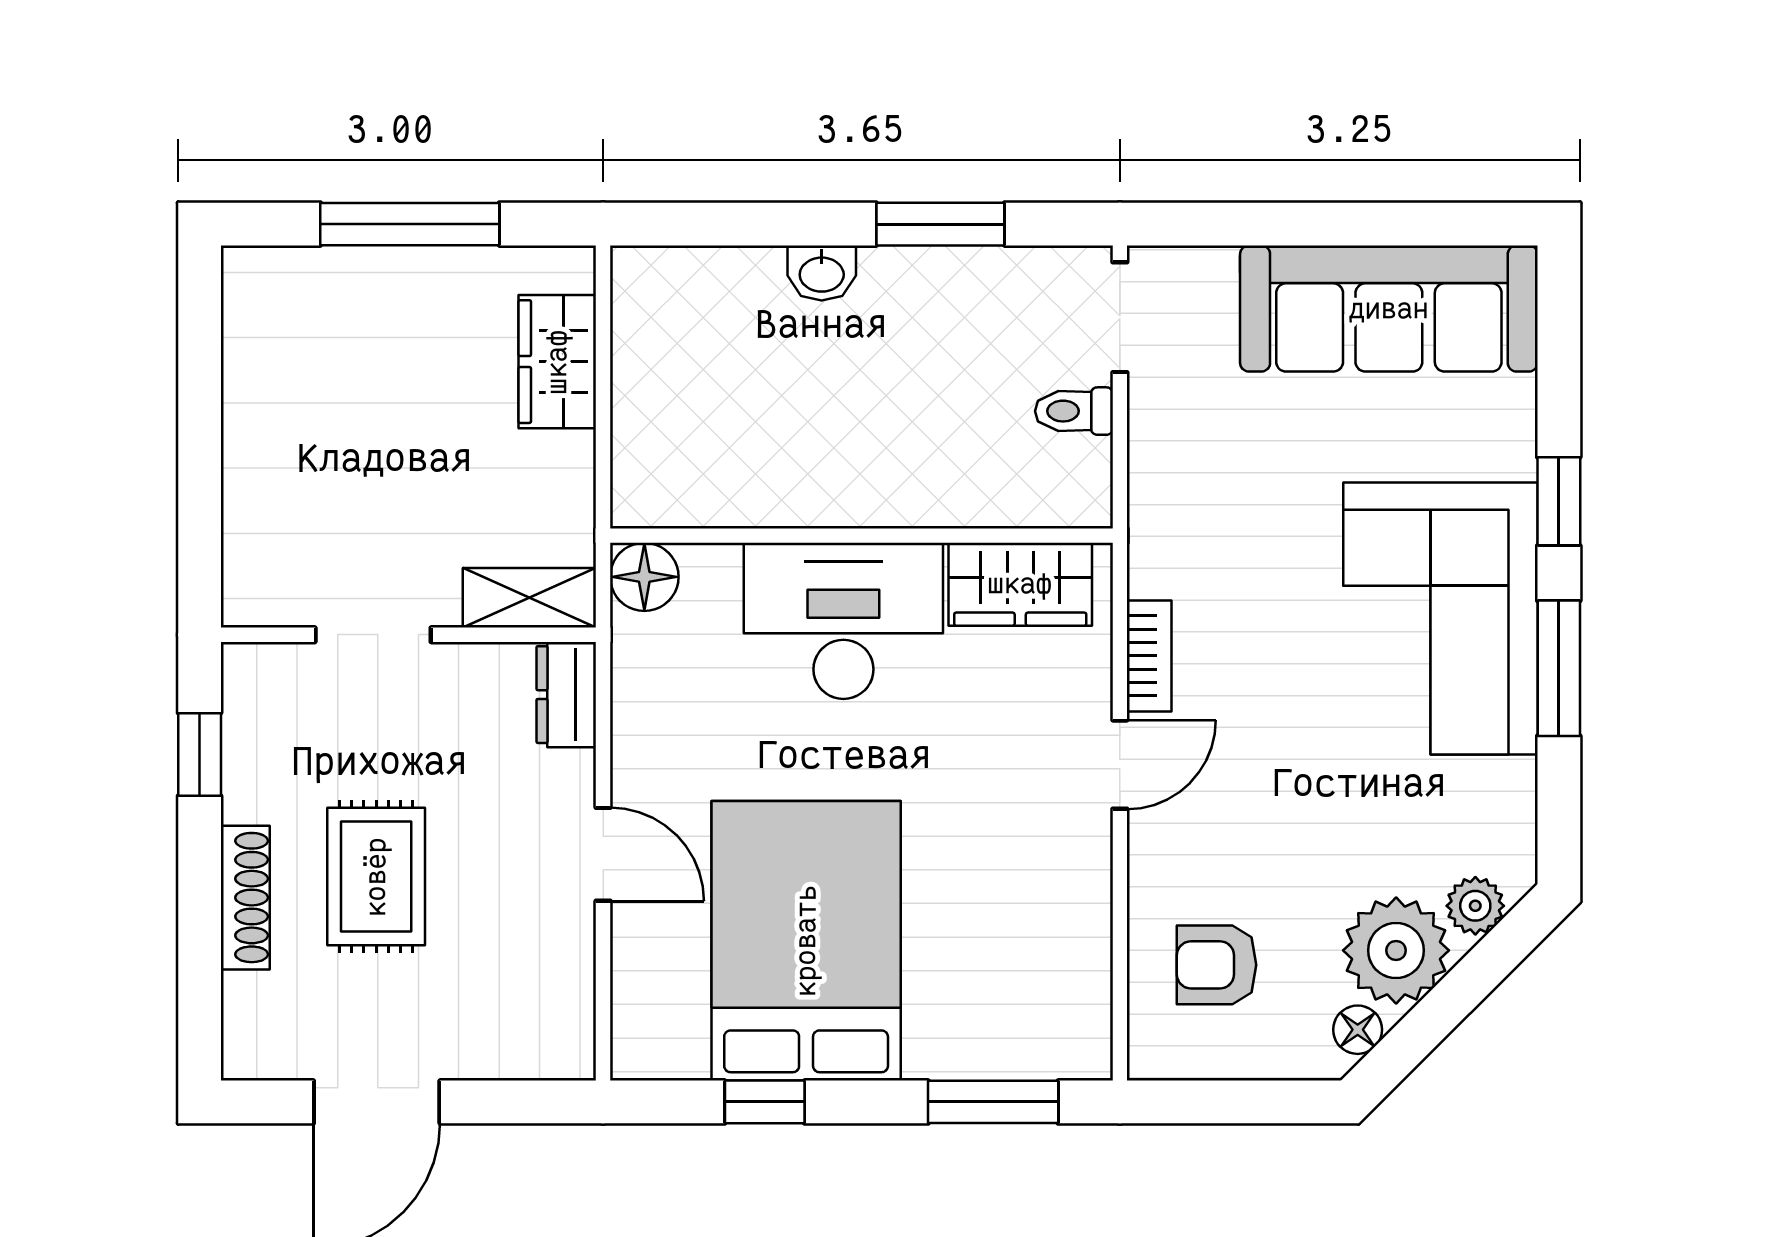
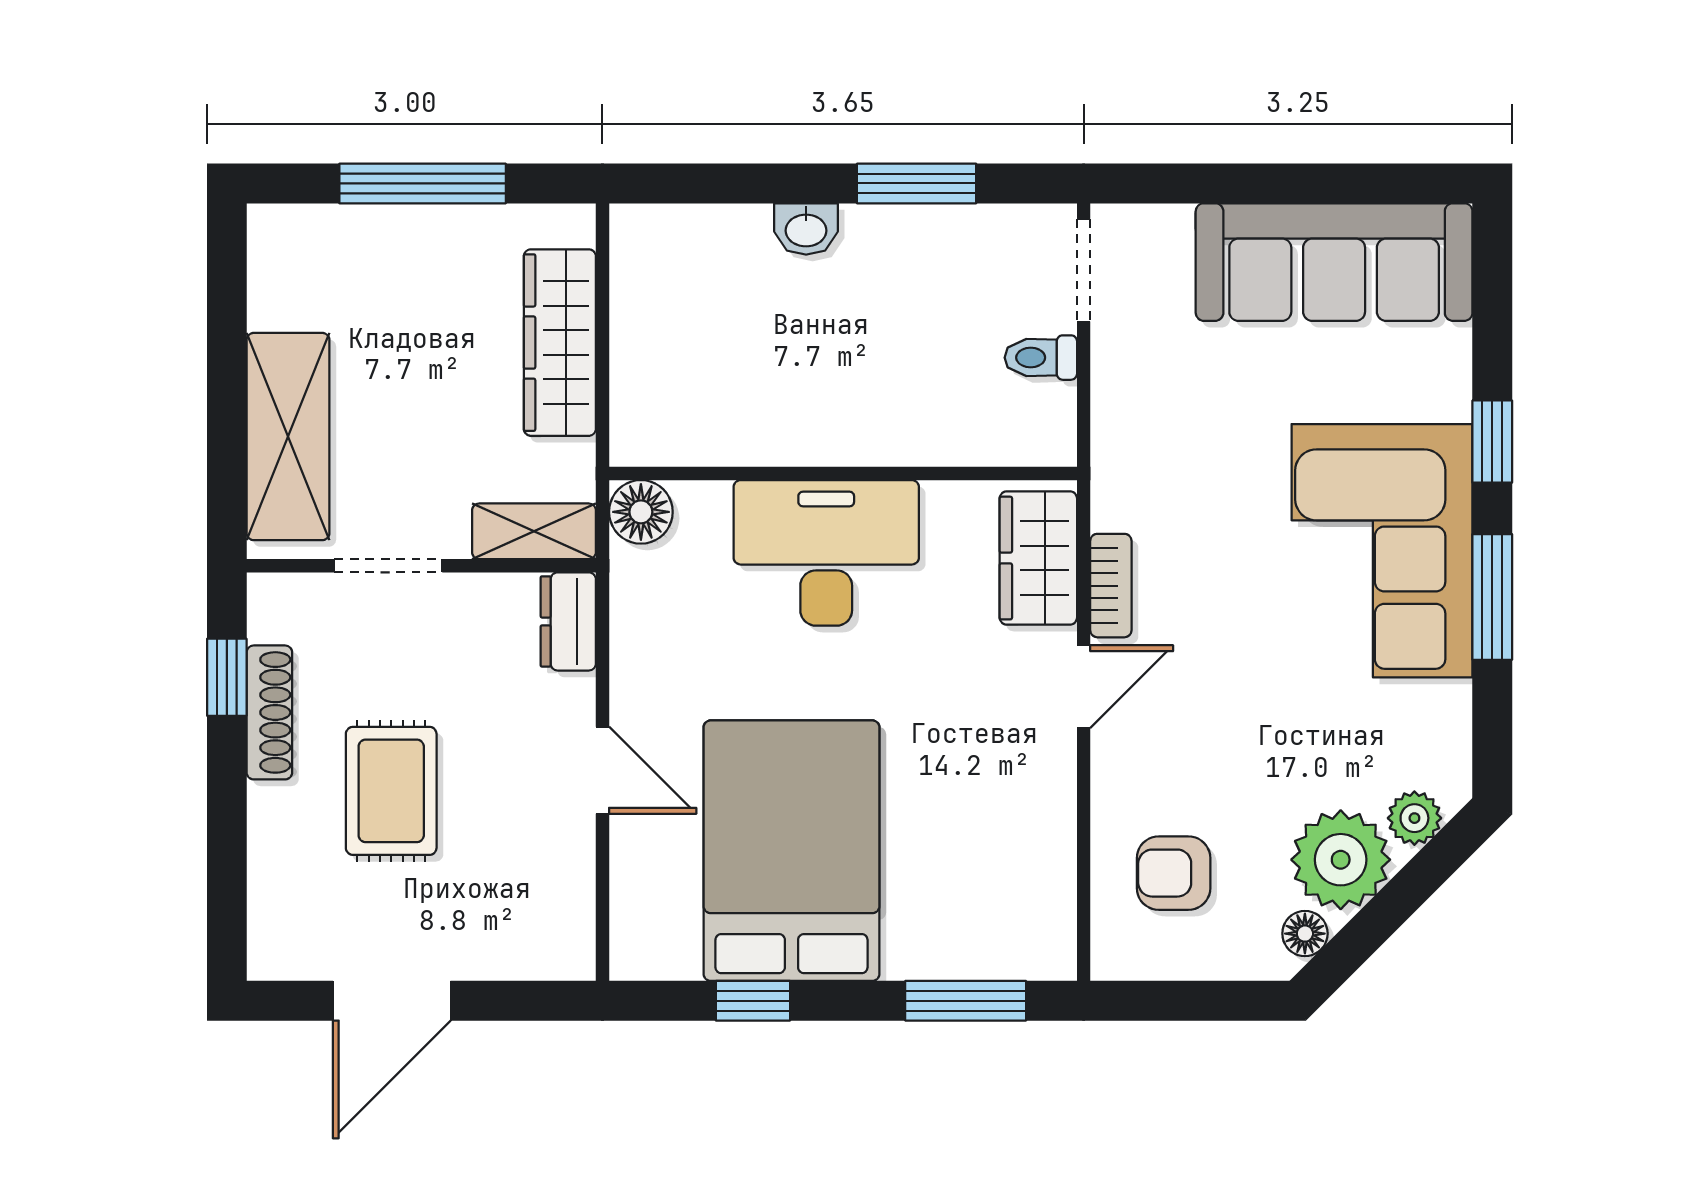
wardrobe: (557, 362) -> (560, 343), width x1.50
shelving: (265, 496) -> (288, 437), added
wardrobe: (1020, 584) -> (1038, 558), moved, turned 90
shoe rack: (245, 898) -> (269, 712), moved

